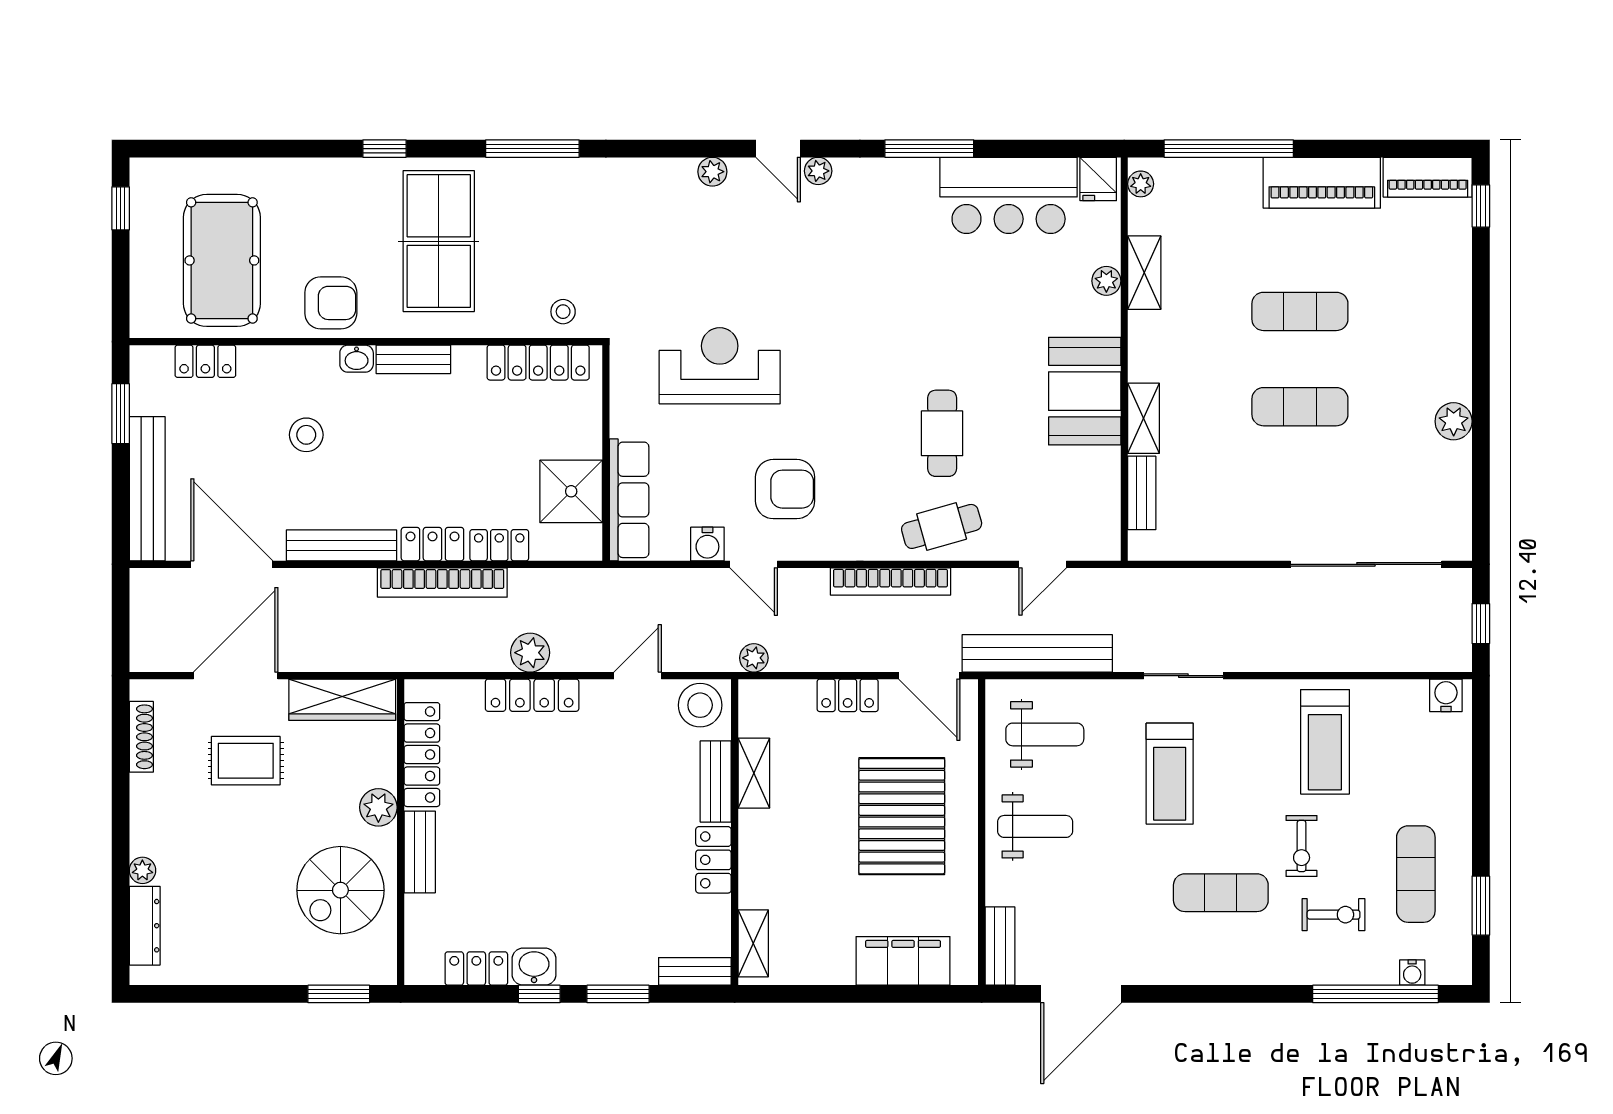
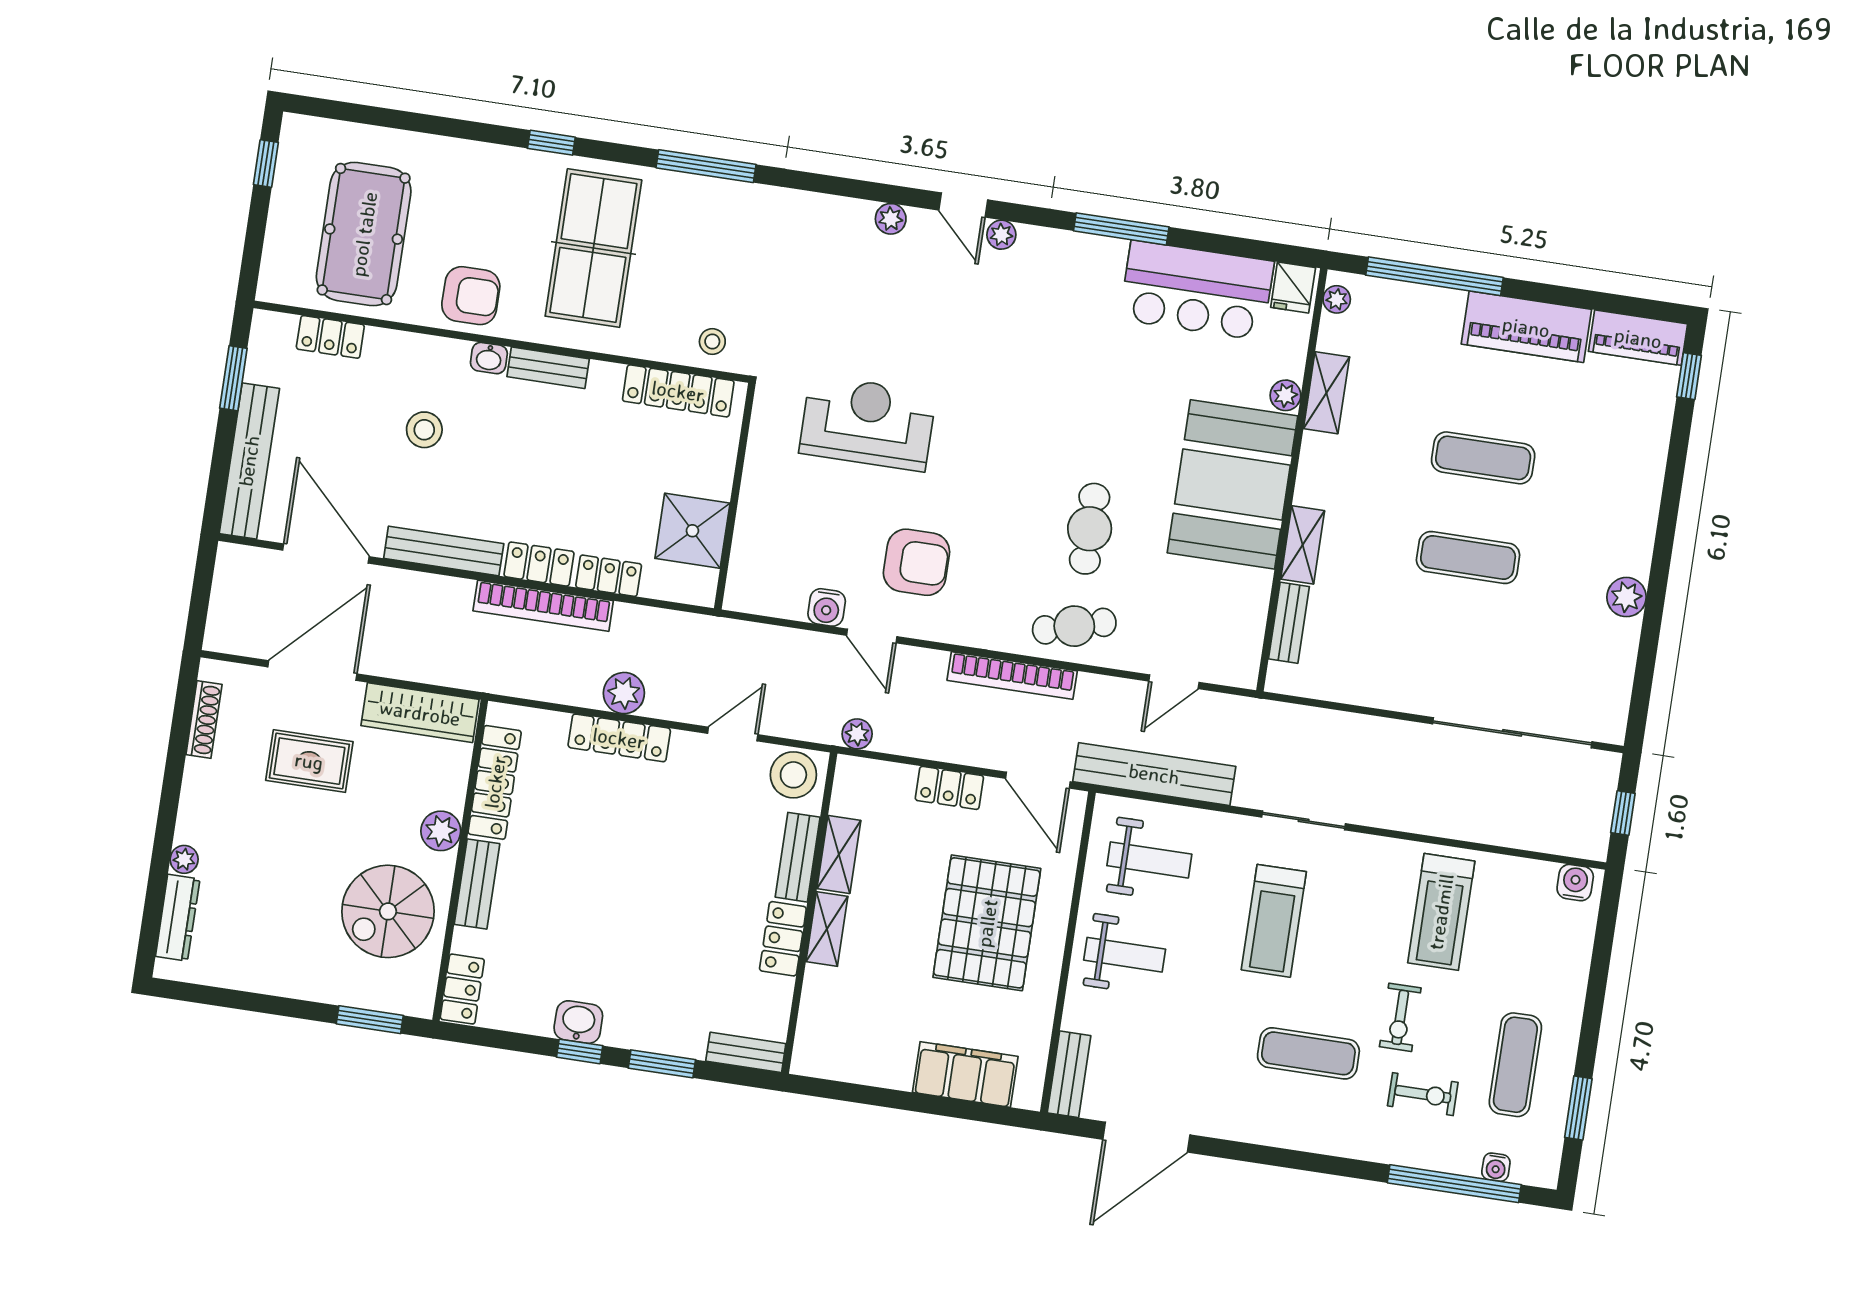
booth: (1085, 391) -> (1232, 484), width x1.36, depth x1.42
row of seats: (629, 500) -> (752, 549), removed
shelving: (753, 943) -> (827, 929), moved
locker: (476, 969) -> (462, 989), moved, turned 90

